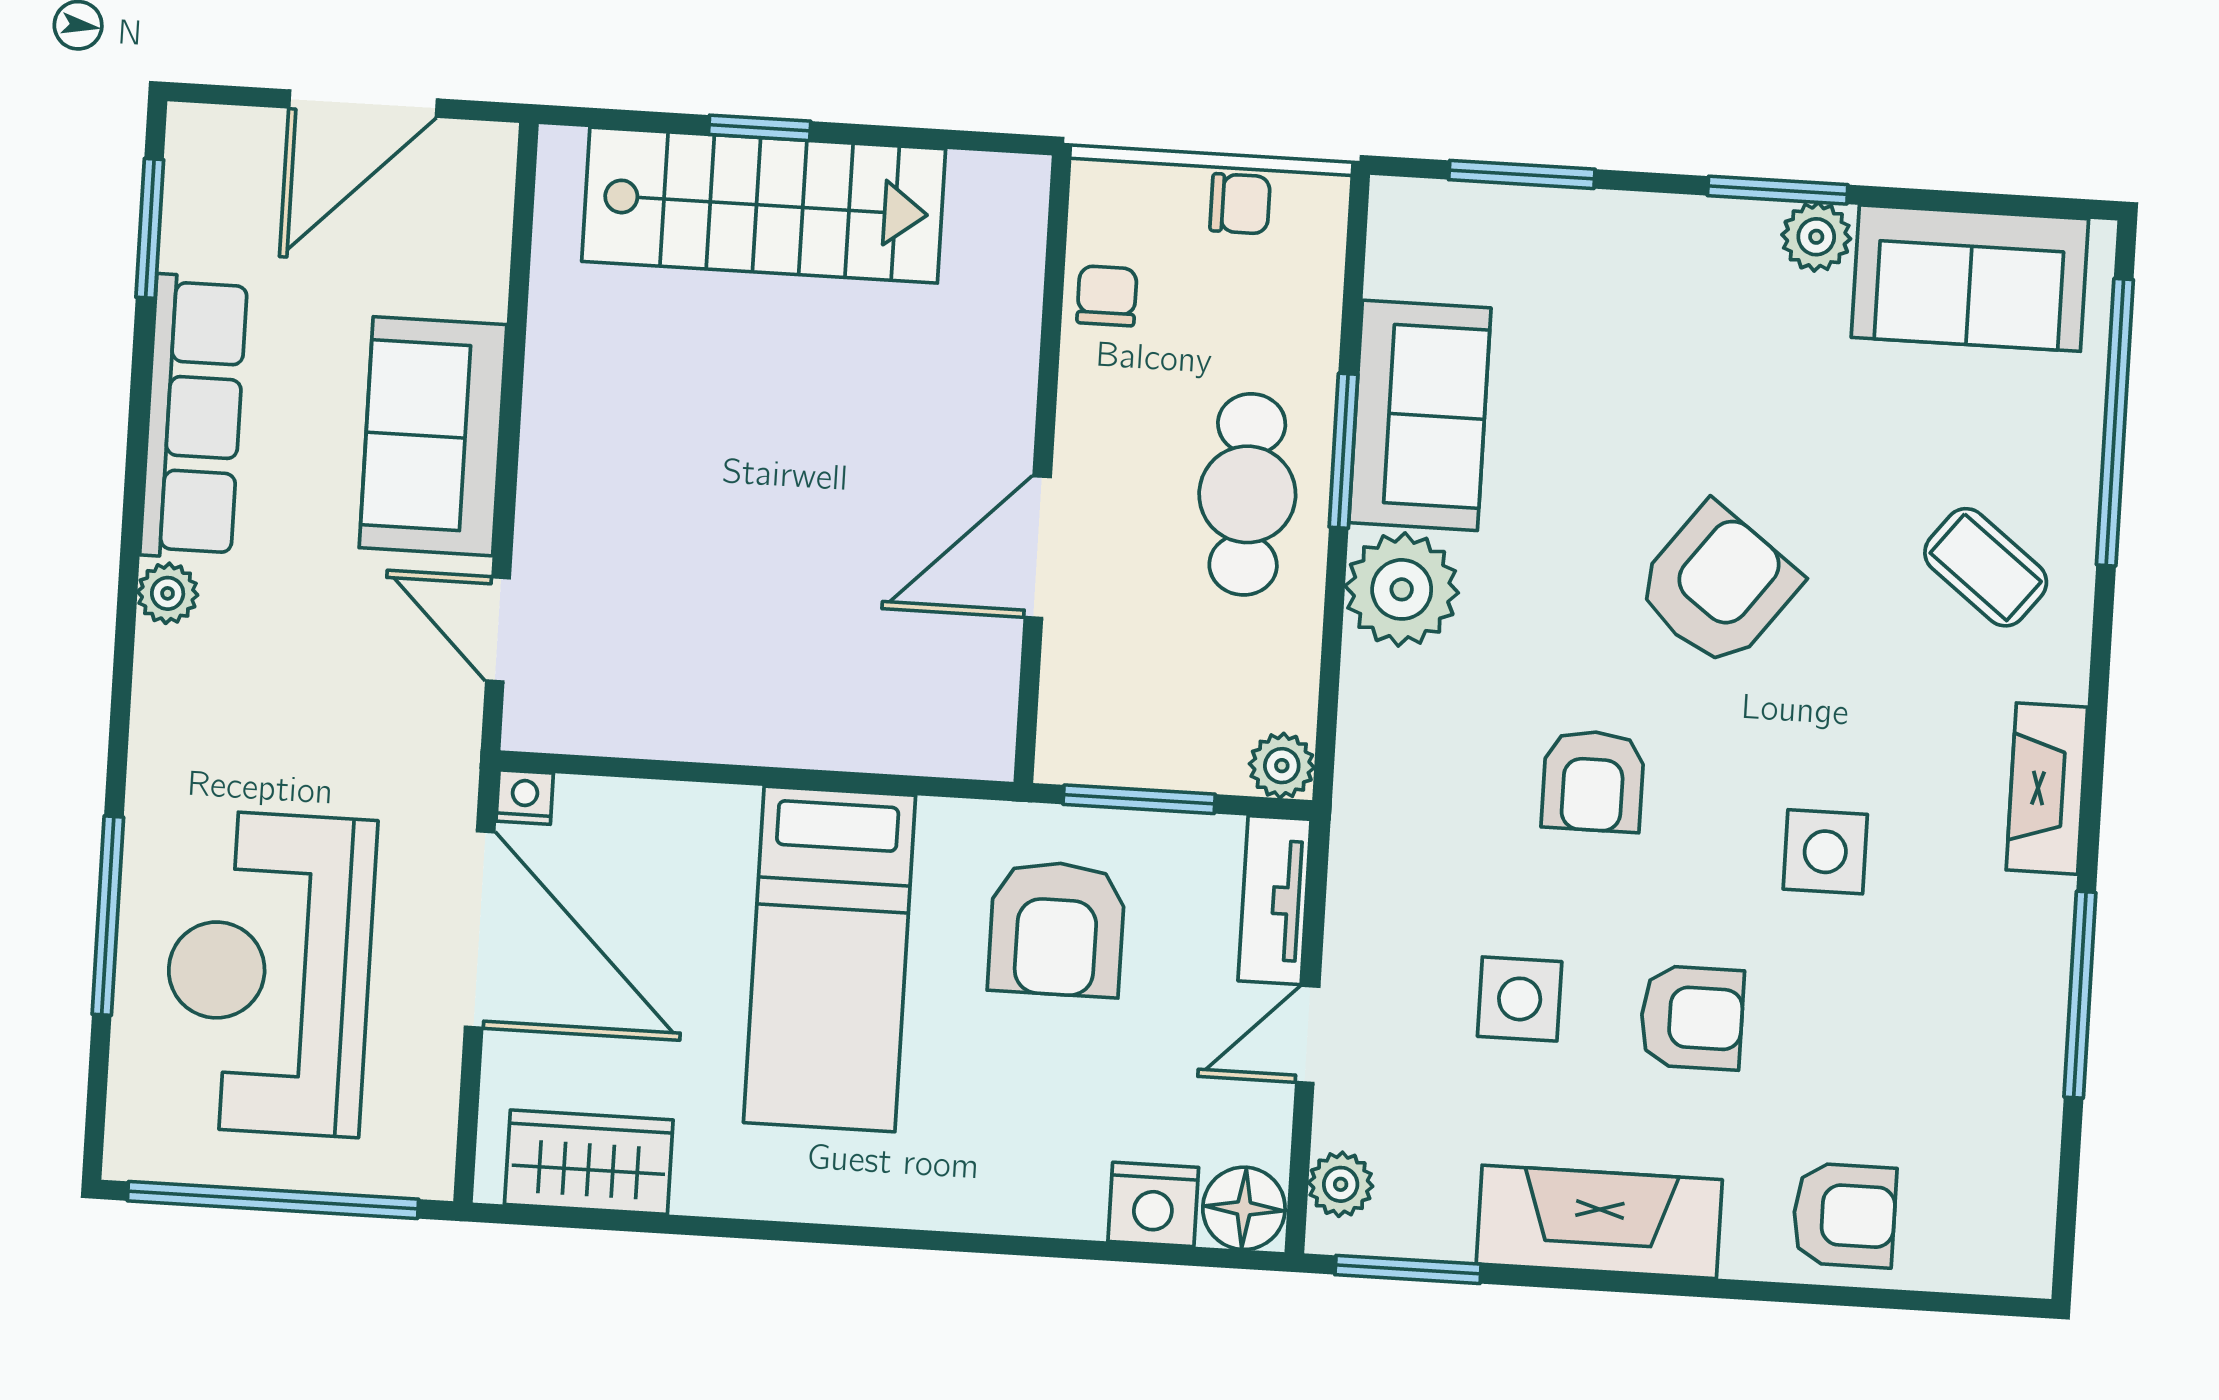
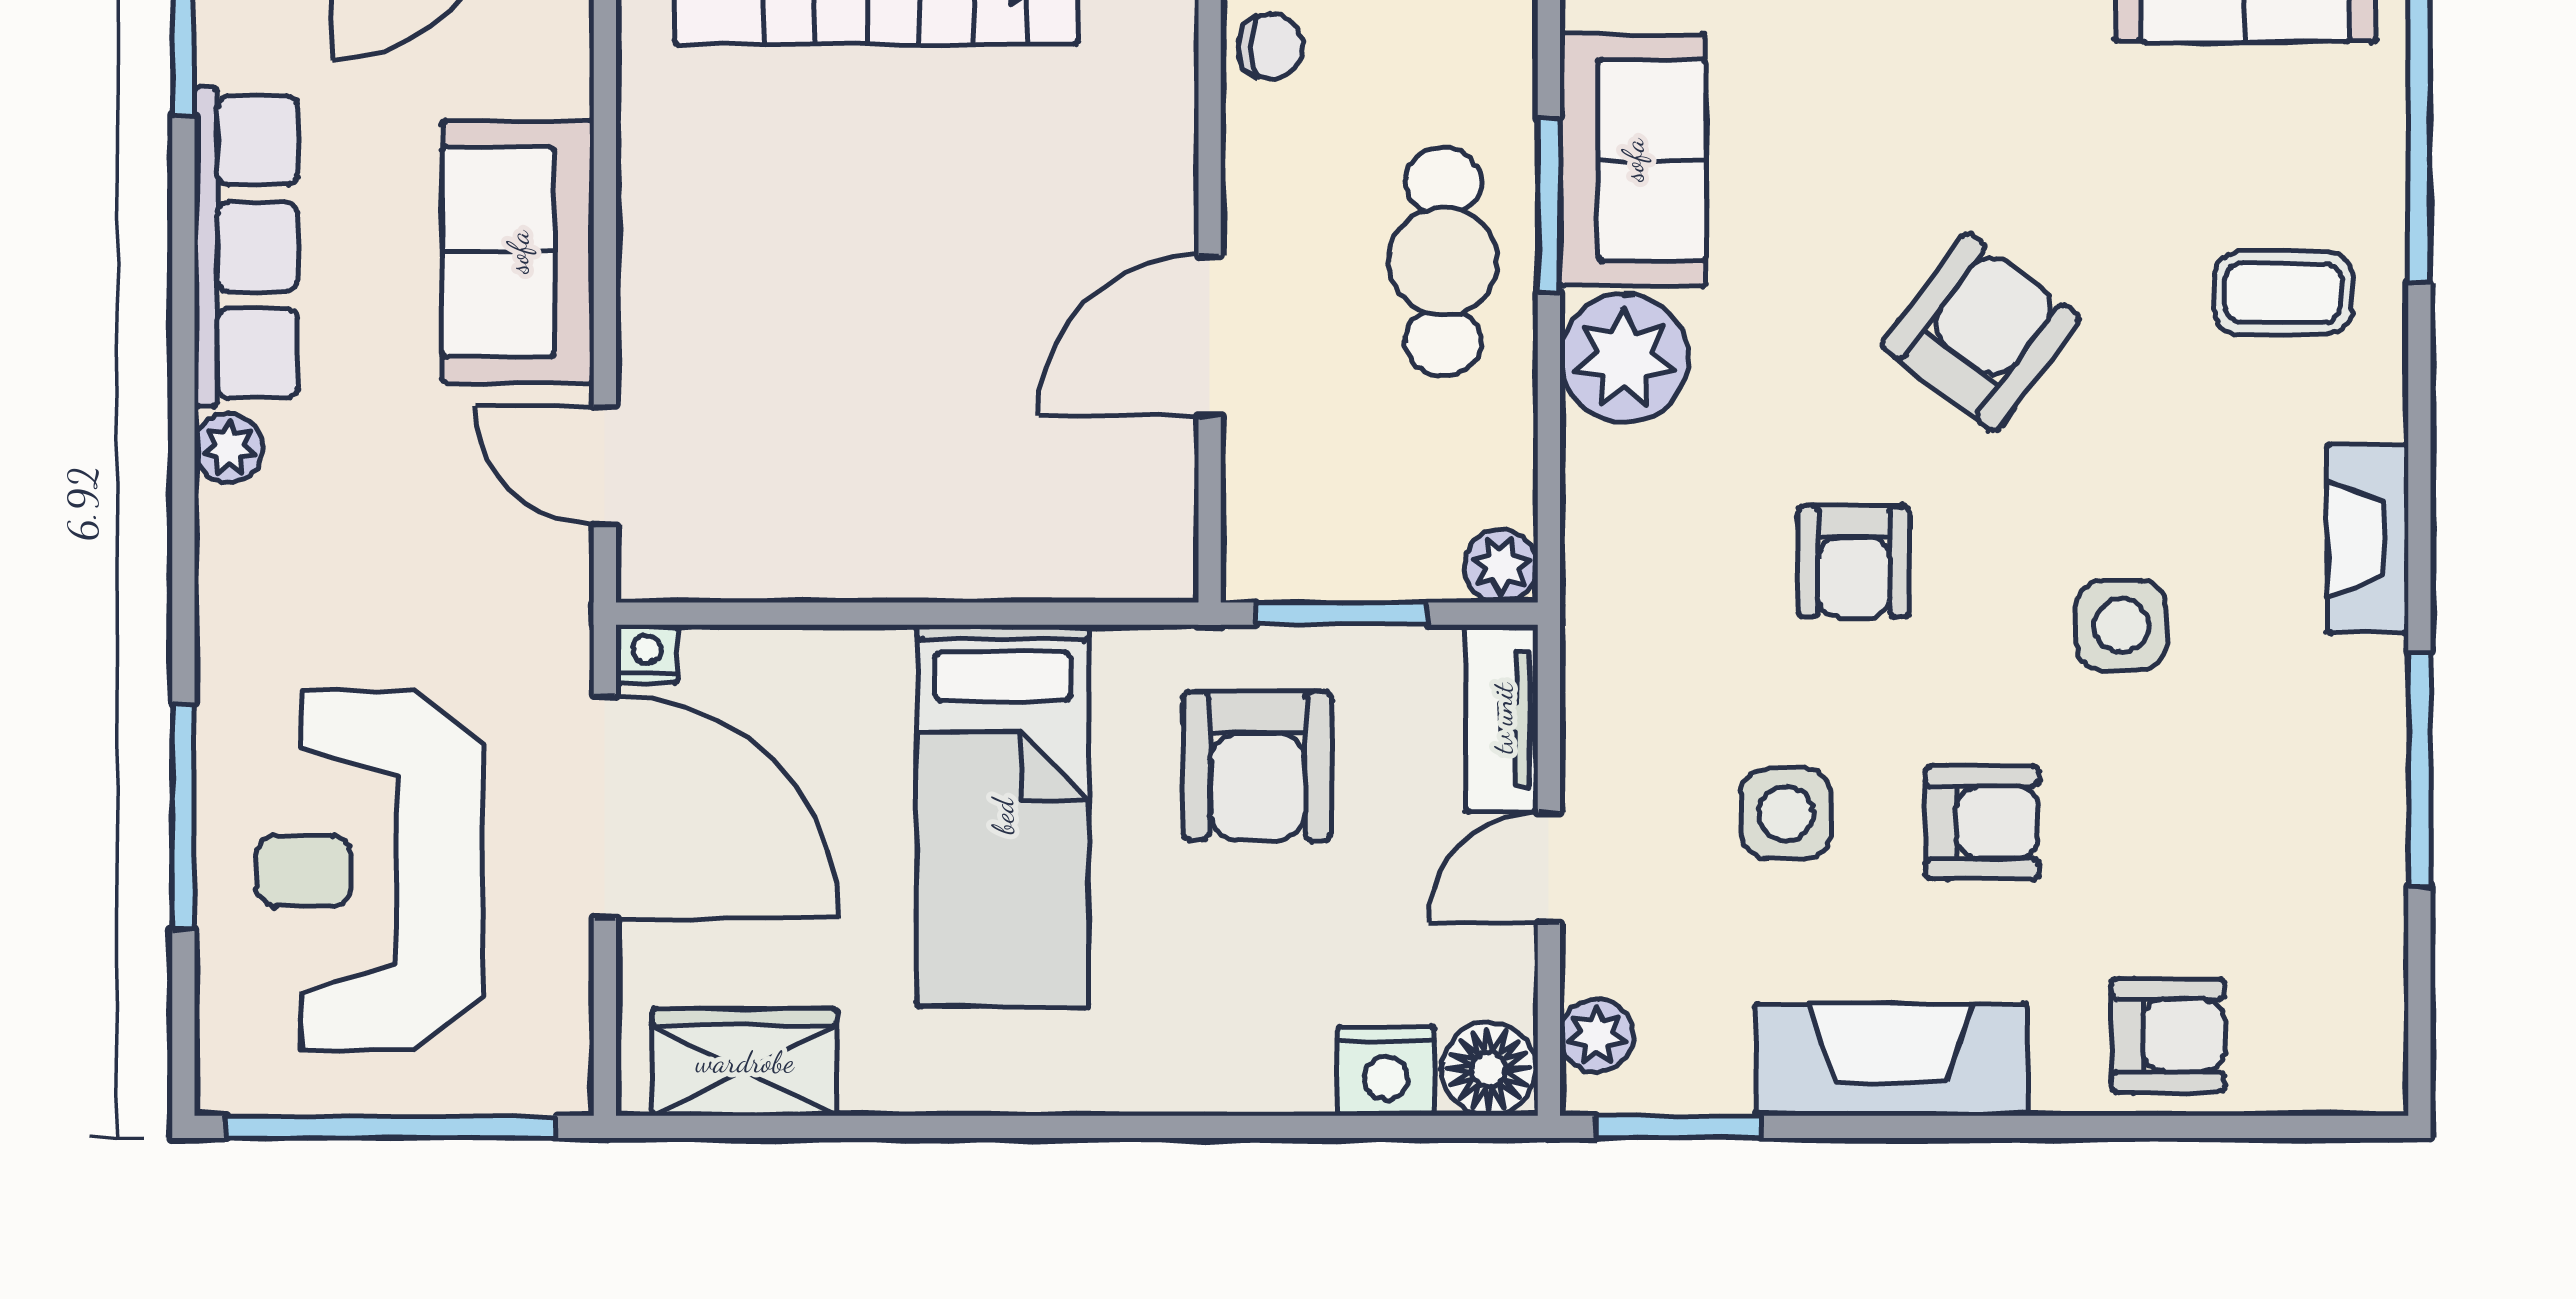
chair: (1107, 296) -> (1271, 47), turned 90
coffee table: (1986, 567) -> (2283, 293), turned -38

